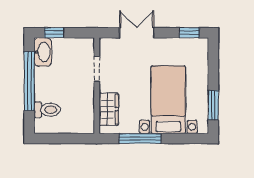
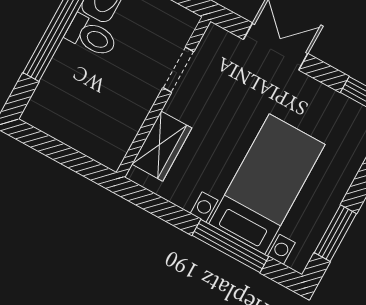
toilet: (47, 110) -> (91, 36), moved
window: (140, 139) -> (230, 246), moved

